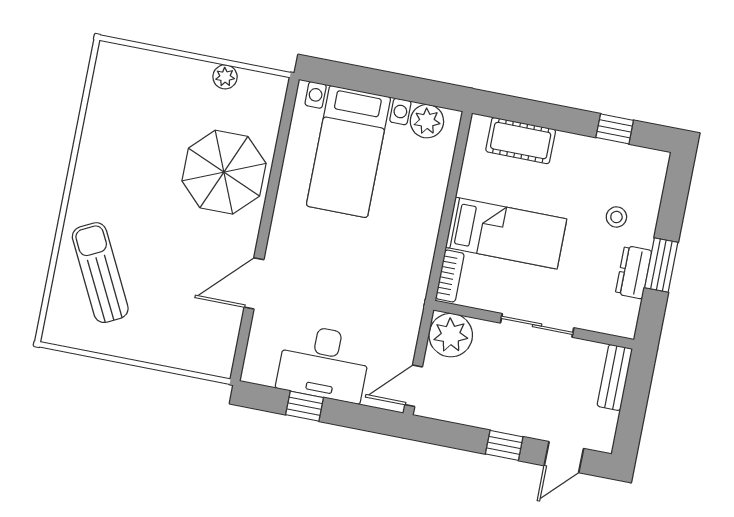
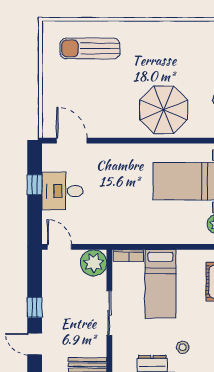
sun lounger: (100, 273) -> (90, 48), turned -153
door: (254, 283) -> (72, 141), moved
desk: (324, 363) -> (62, 191), width x0.73

